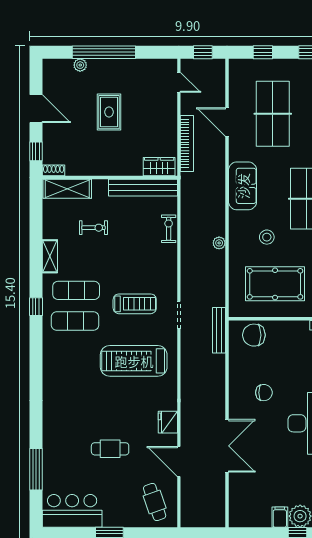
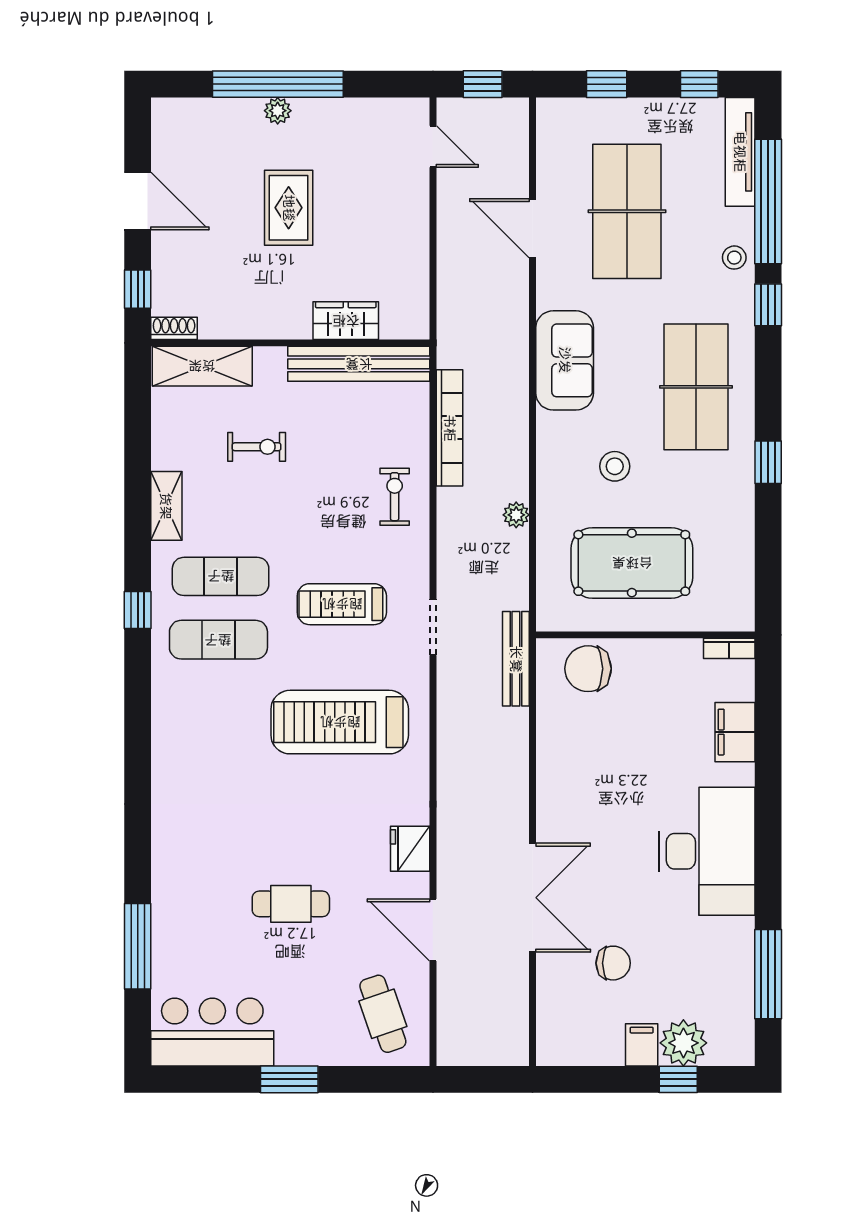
plant: (80, 65) -> (278, 111), moved
bookcase: (187, 143) -> (450, 428), moved
wardrobe: (159, 167) -> (346, 321), moved
exercise bike: (169, 229) -> (395, 497), moved
plant: (219, 243) -> (516, 515), moved
treadmill: (135, 304) -> (342, 604), turned 180
chair: (264, 393) -> (613, 963), moved

